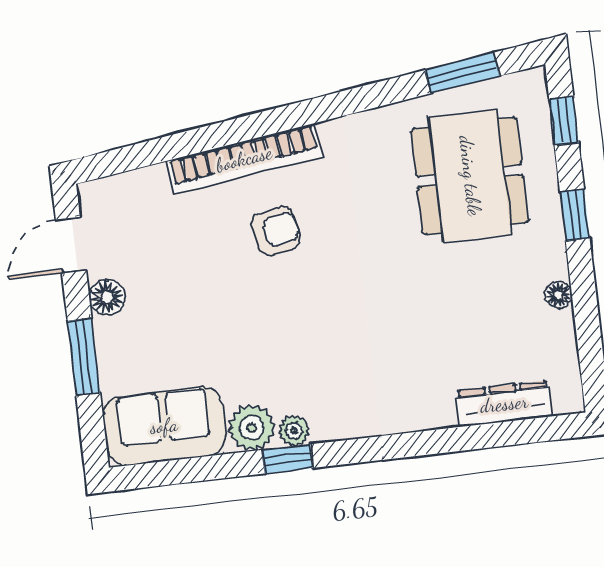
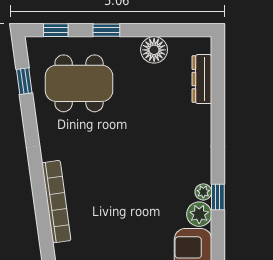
window: (462, 73) -> (24, 81), width x0.67
armchair: (276, 231) -> (97, 189), removed
floor lamp: (559, 295) -> (154, 50), width x1.89, depth x1.89

